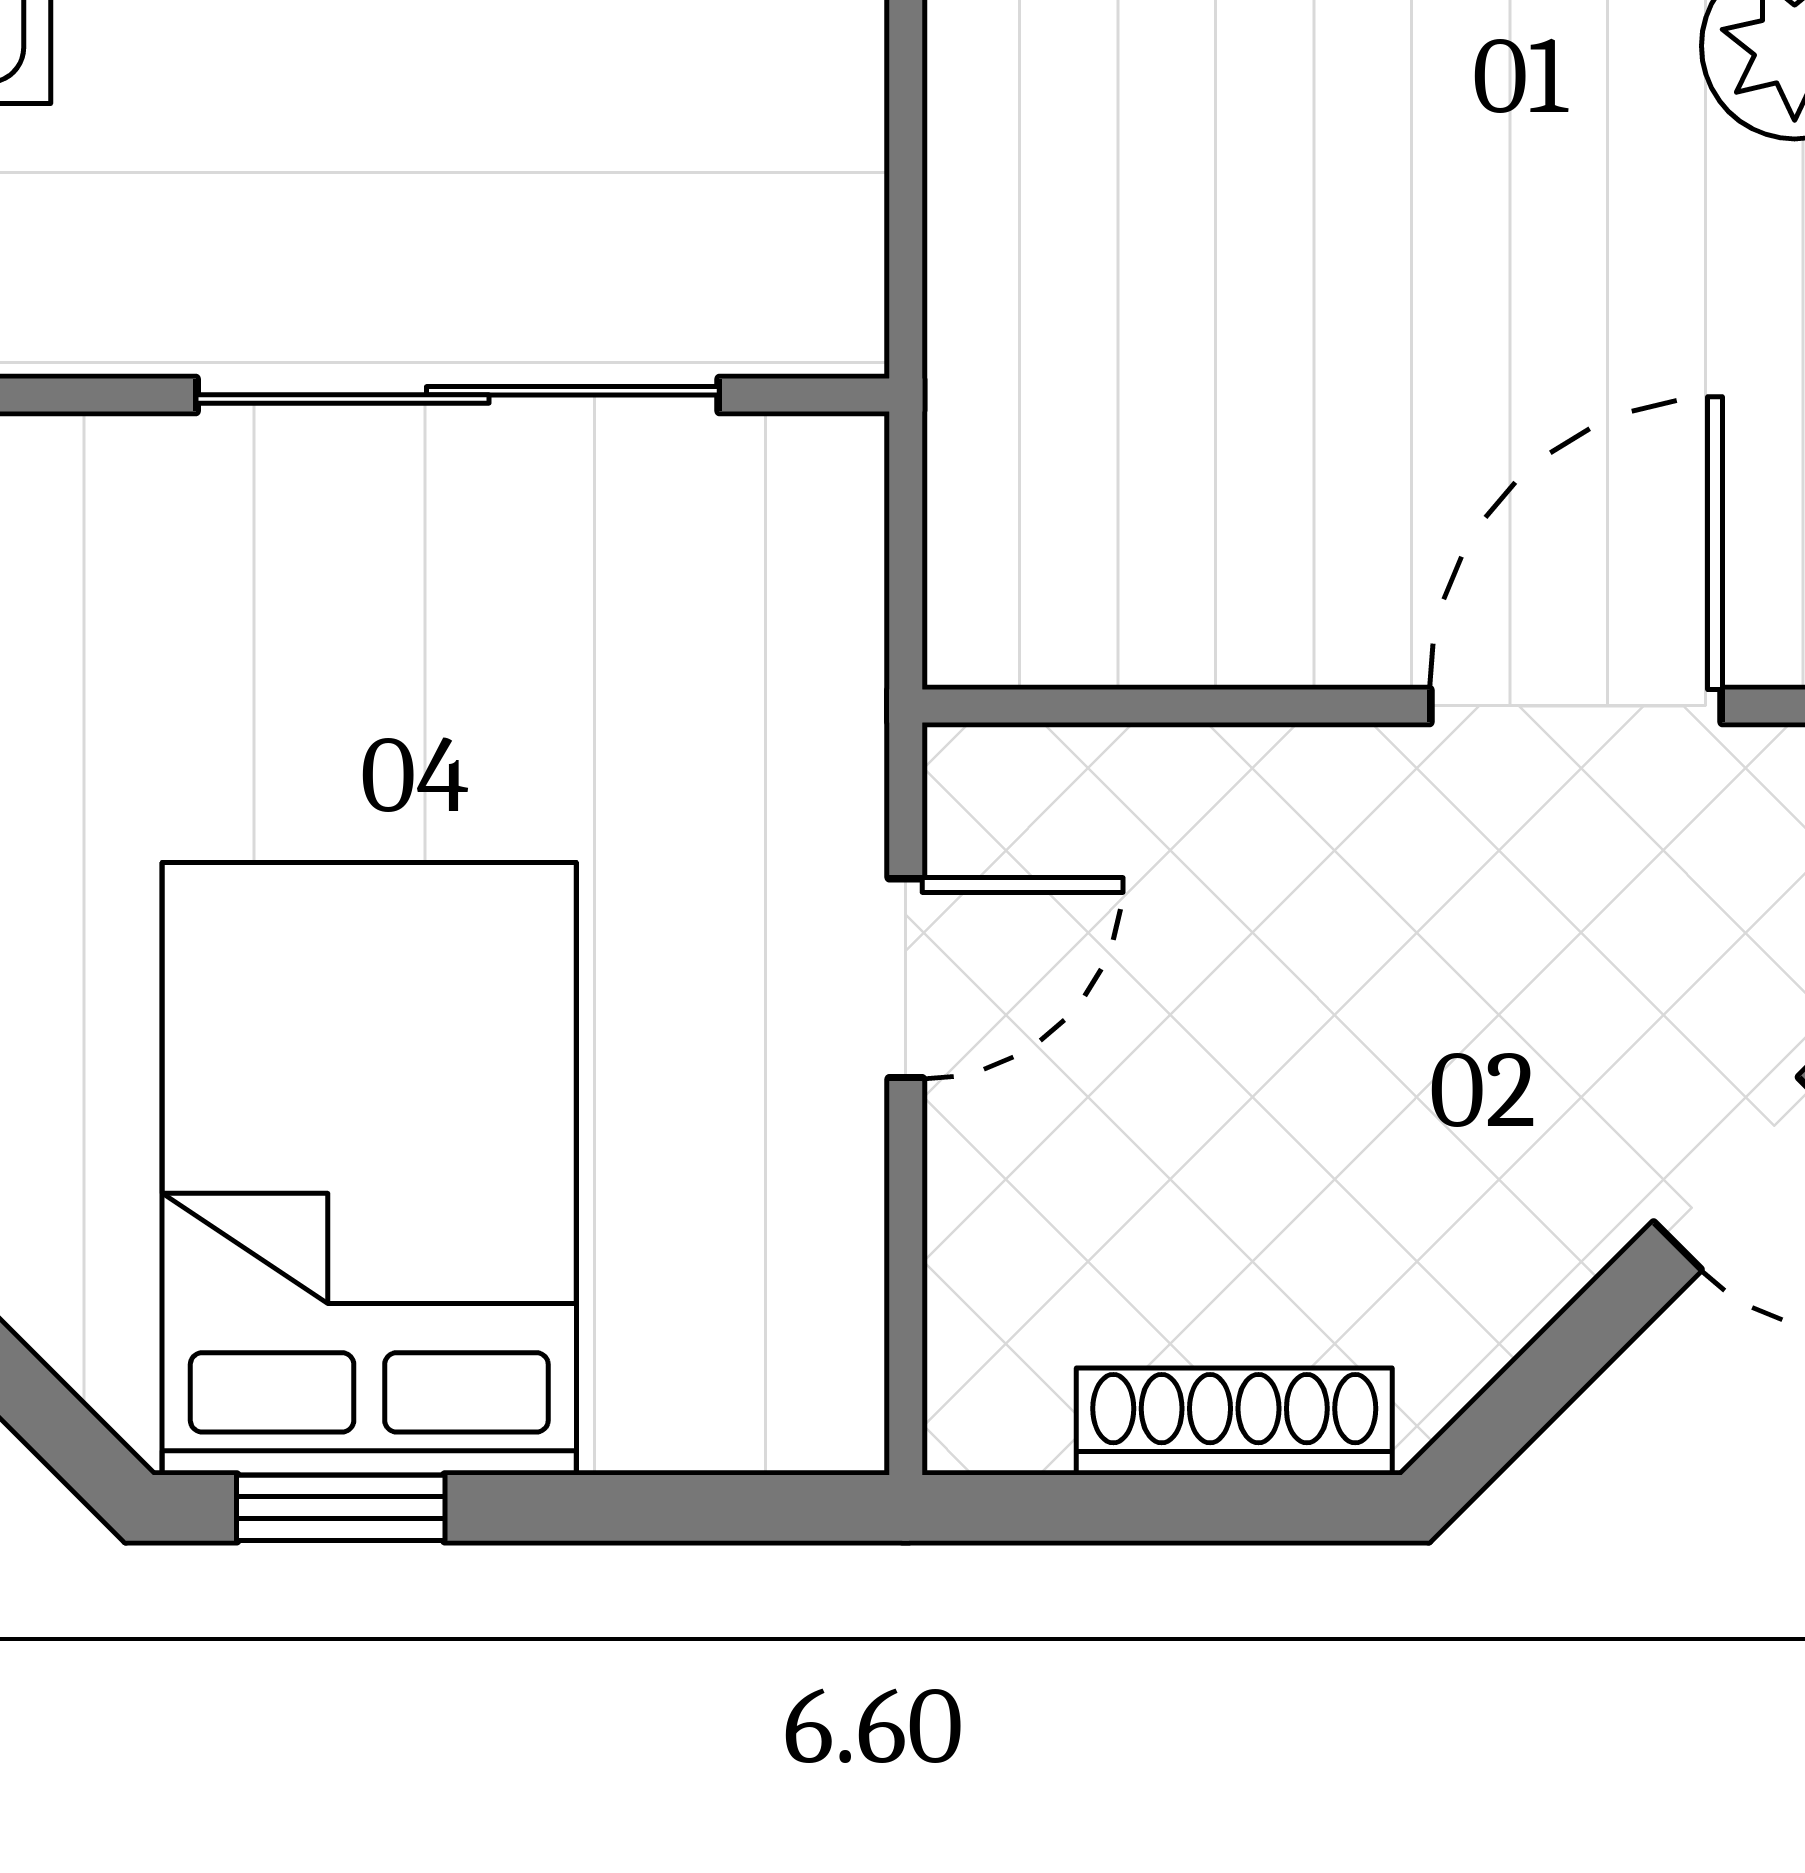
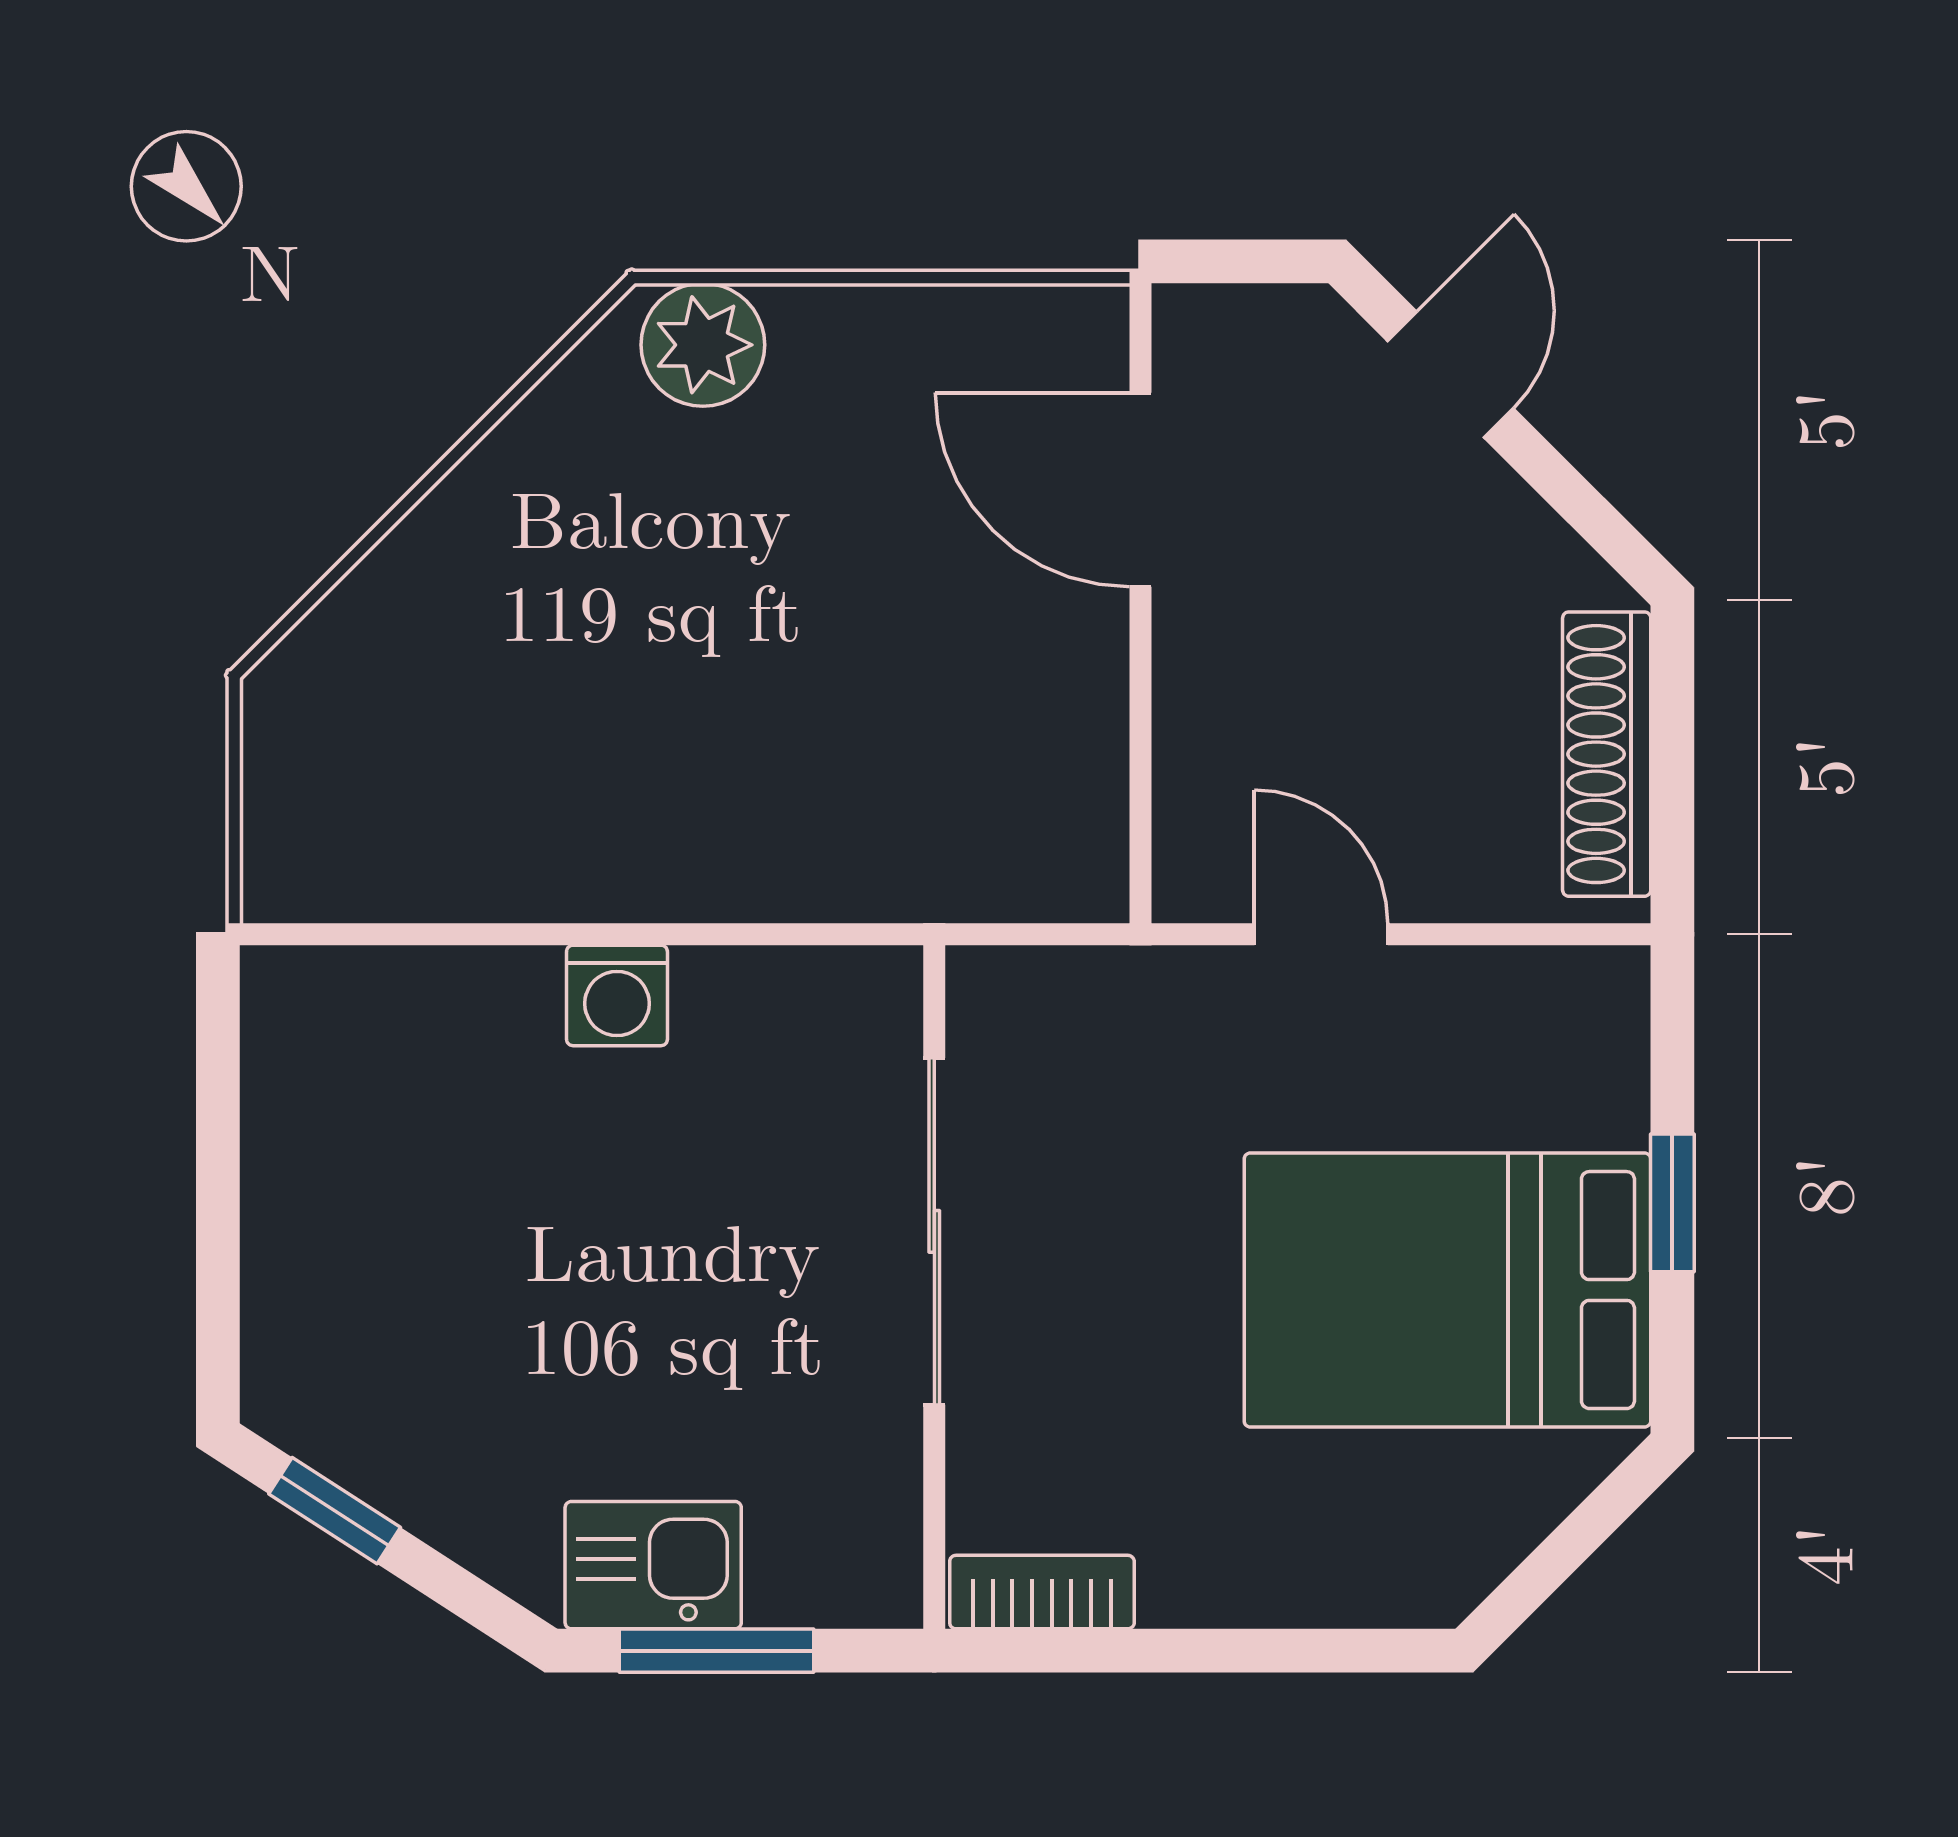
shoe rack: (1234, 1421) -> (1607, 754), width x1.36, depth x1.24
window: (341, 1508) -> (1672, 1203), moved

